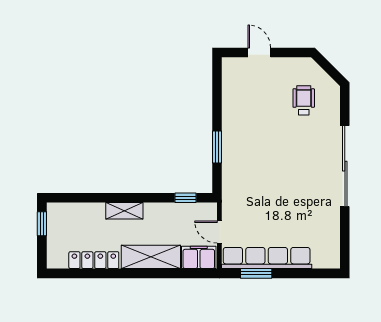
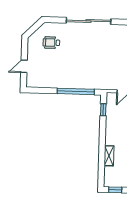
window: (217, 147) -> (76, 91), width x2.11
shelving: (124, 211) -> (109, 156), moved

